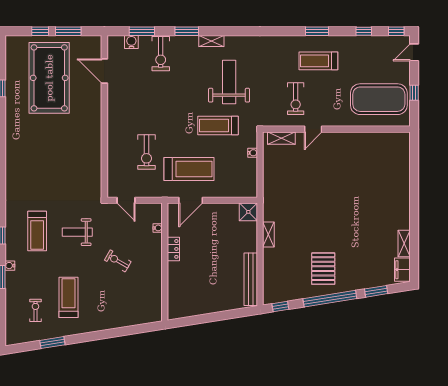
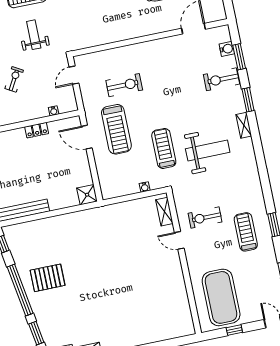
exercise bike: (146, 152) -> (124, 85), turned 180
shelving: (268, 234) -> (69, 218), removed

